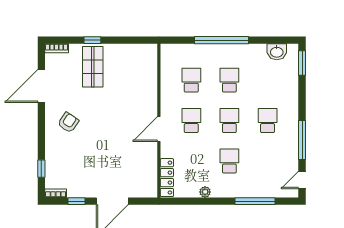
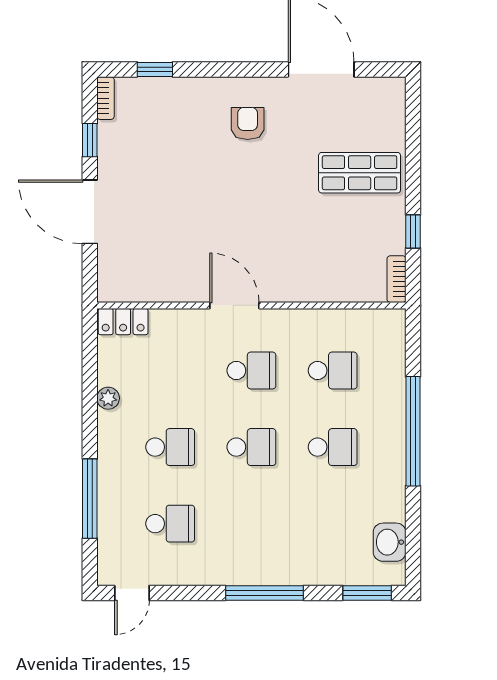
window: (92, 40) -> (413, 231), moved
bookcase: (57, 48) -> (396, 279), moved
school desk: (268, 121) -> (170, 524), moved
armchair: (68, 122) -> (248, 124), turned -124
window: (302, 140) -> (264, 593), moved
locker: (167, 178) -> (123, 322), width x0.66
door: (302, 180) -> (132, 593), swing flipped

